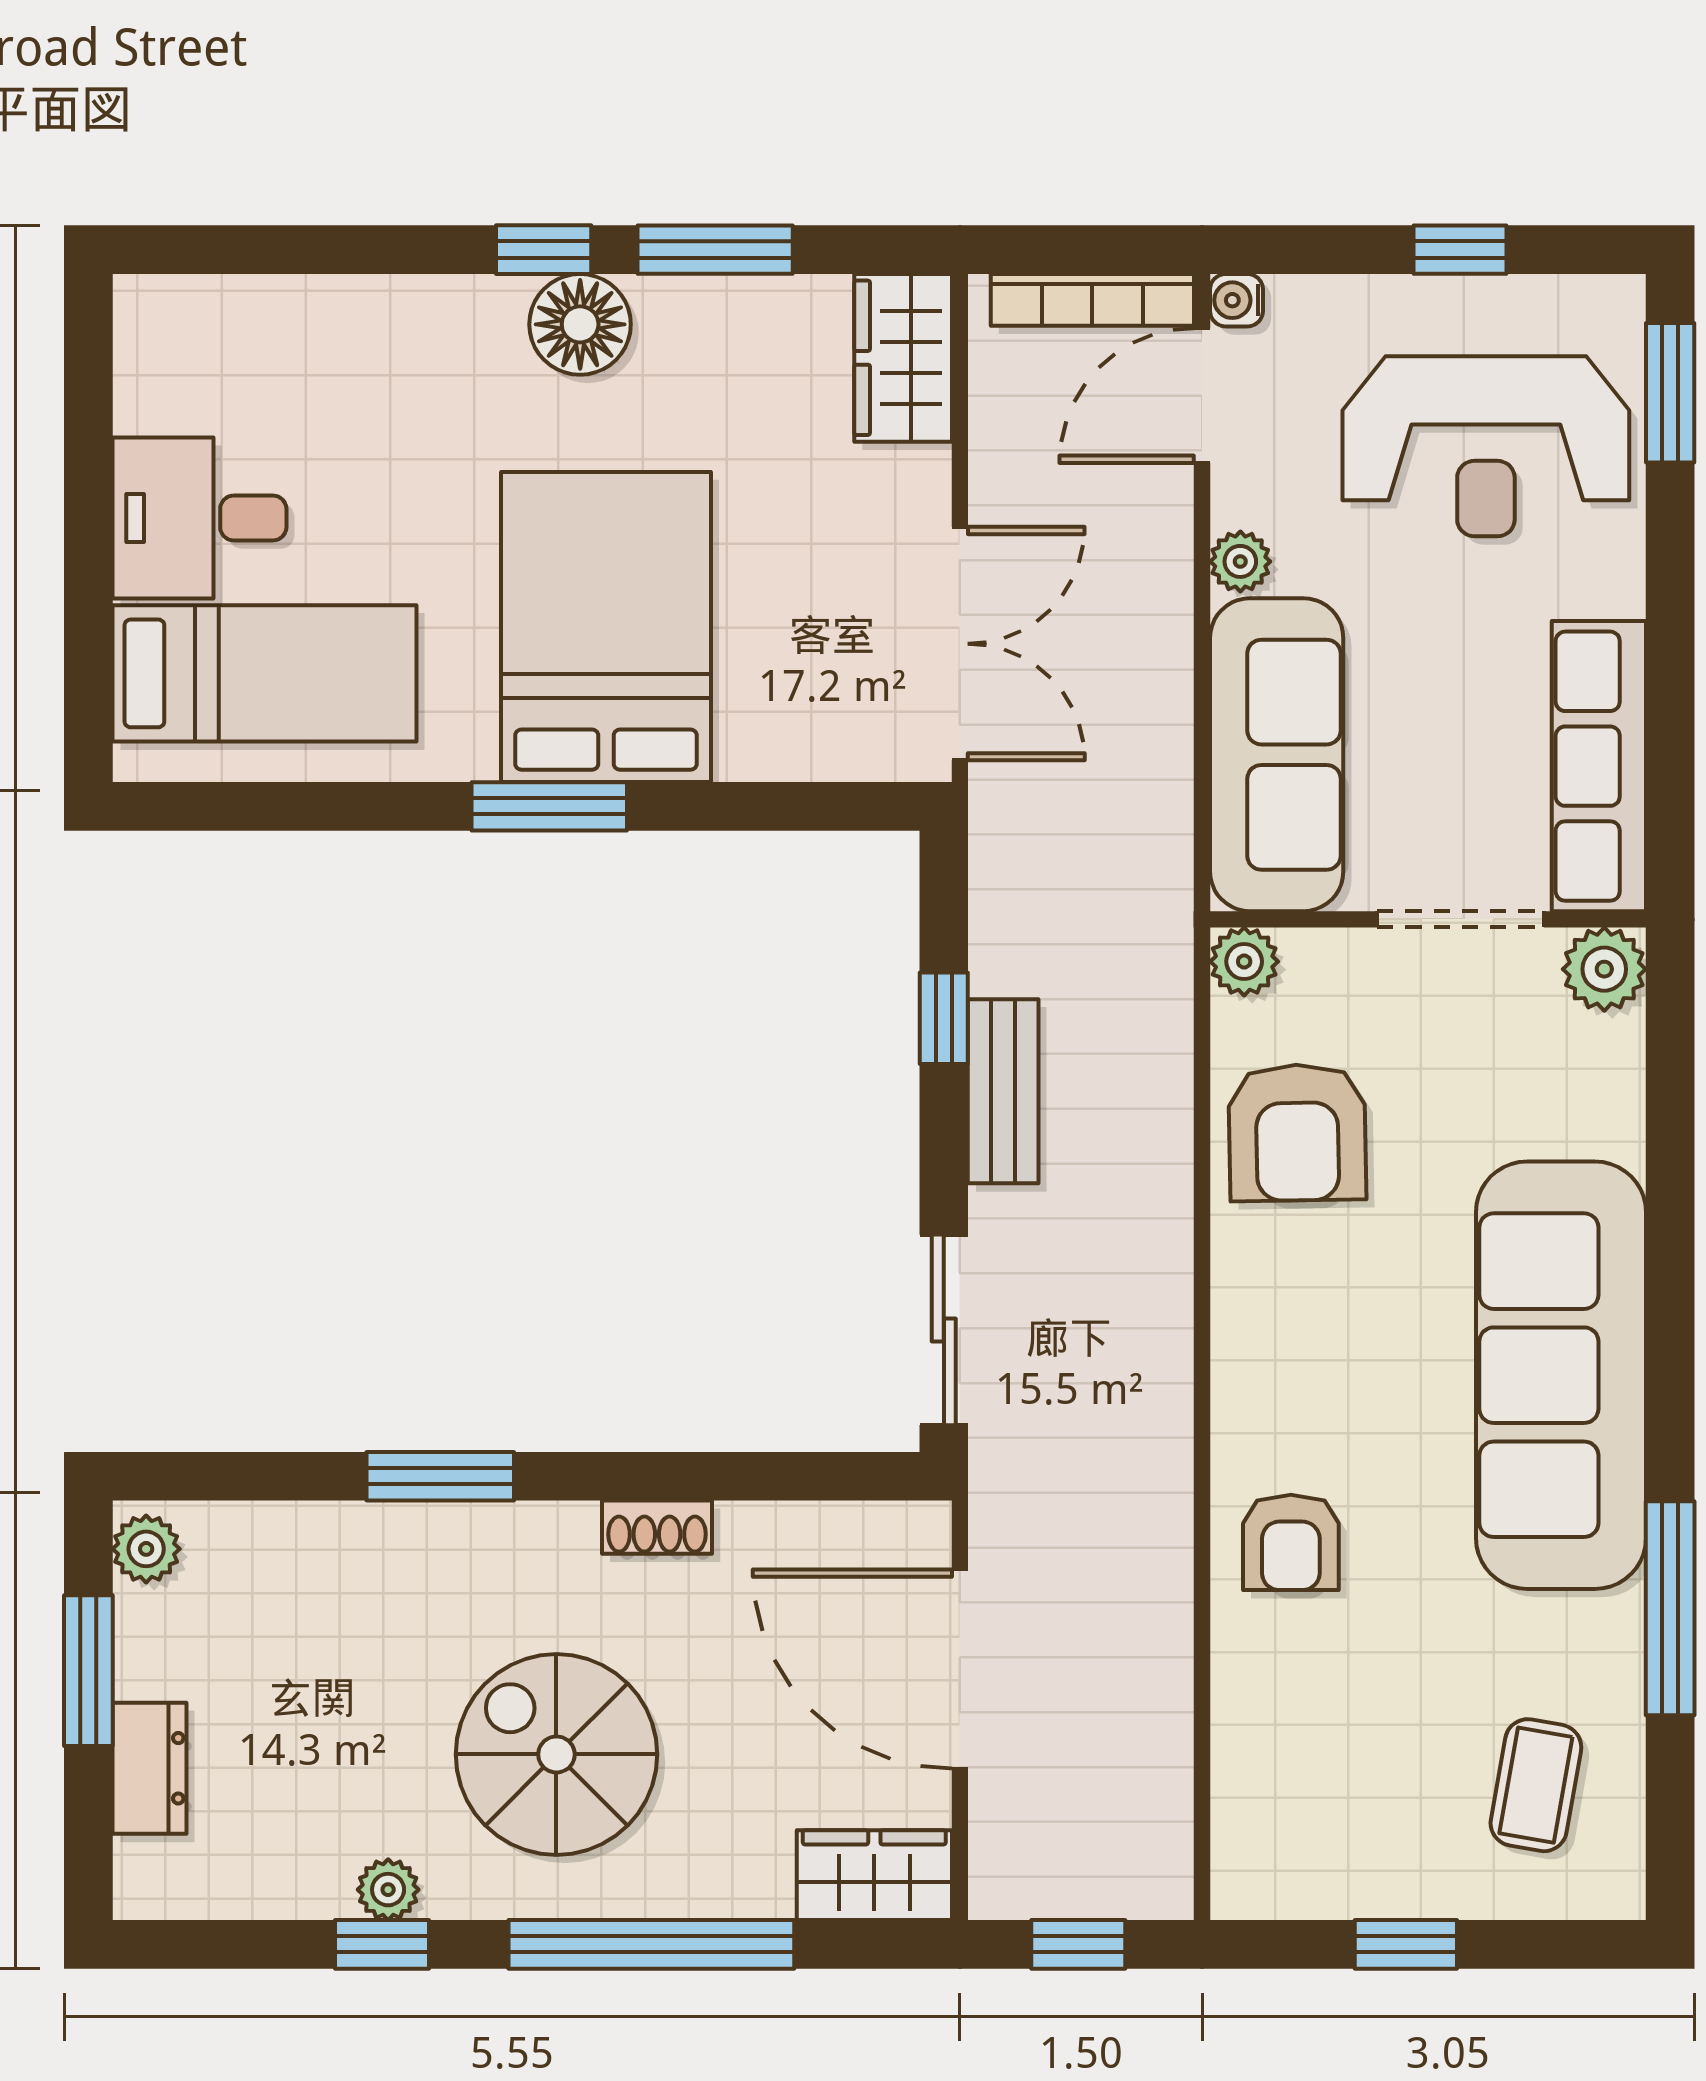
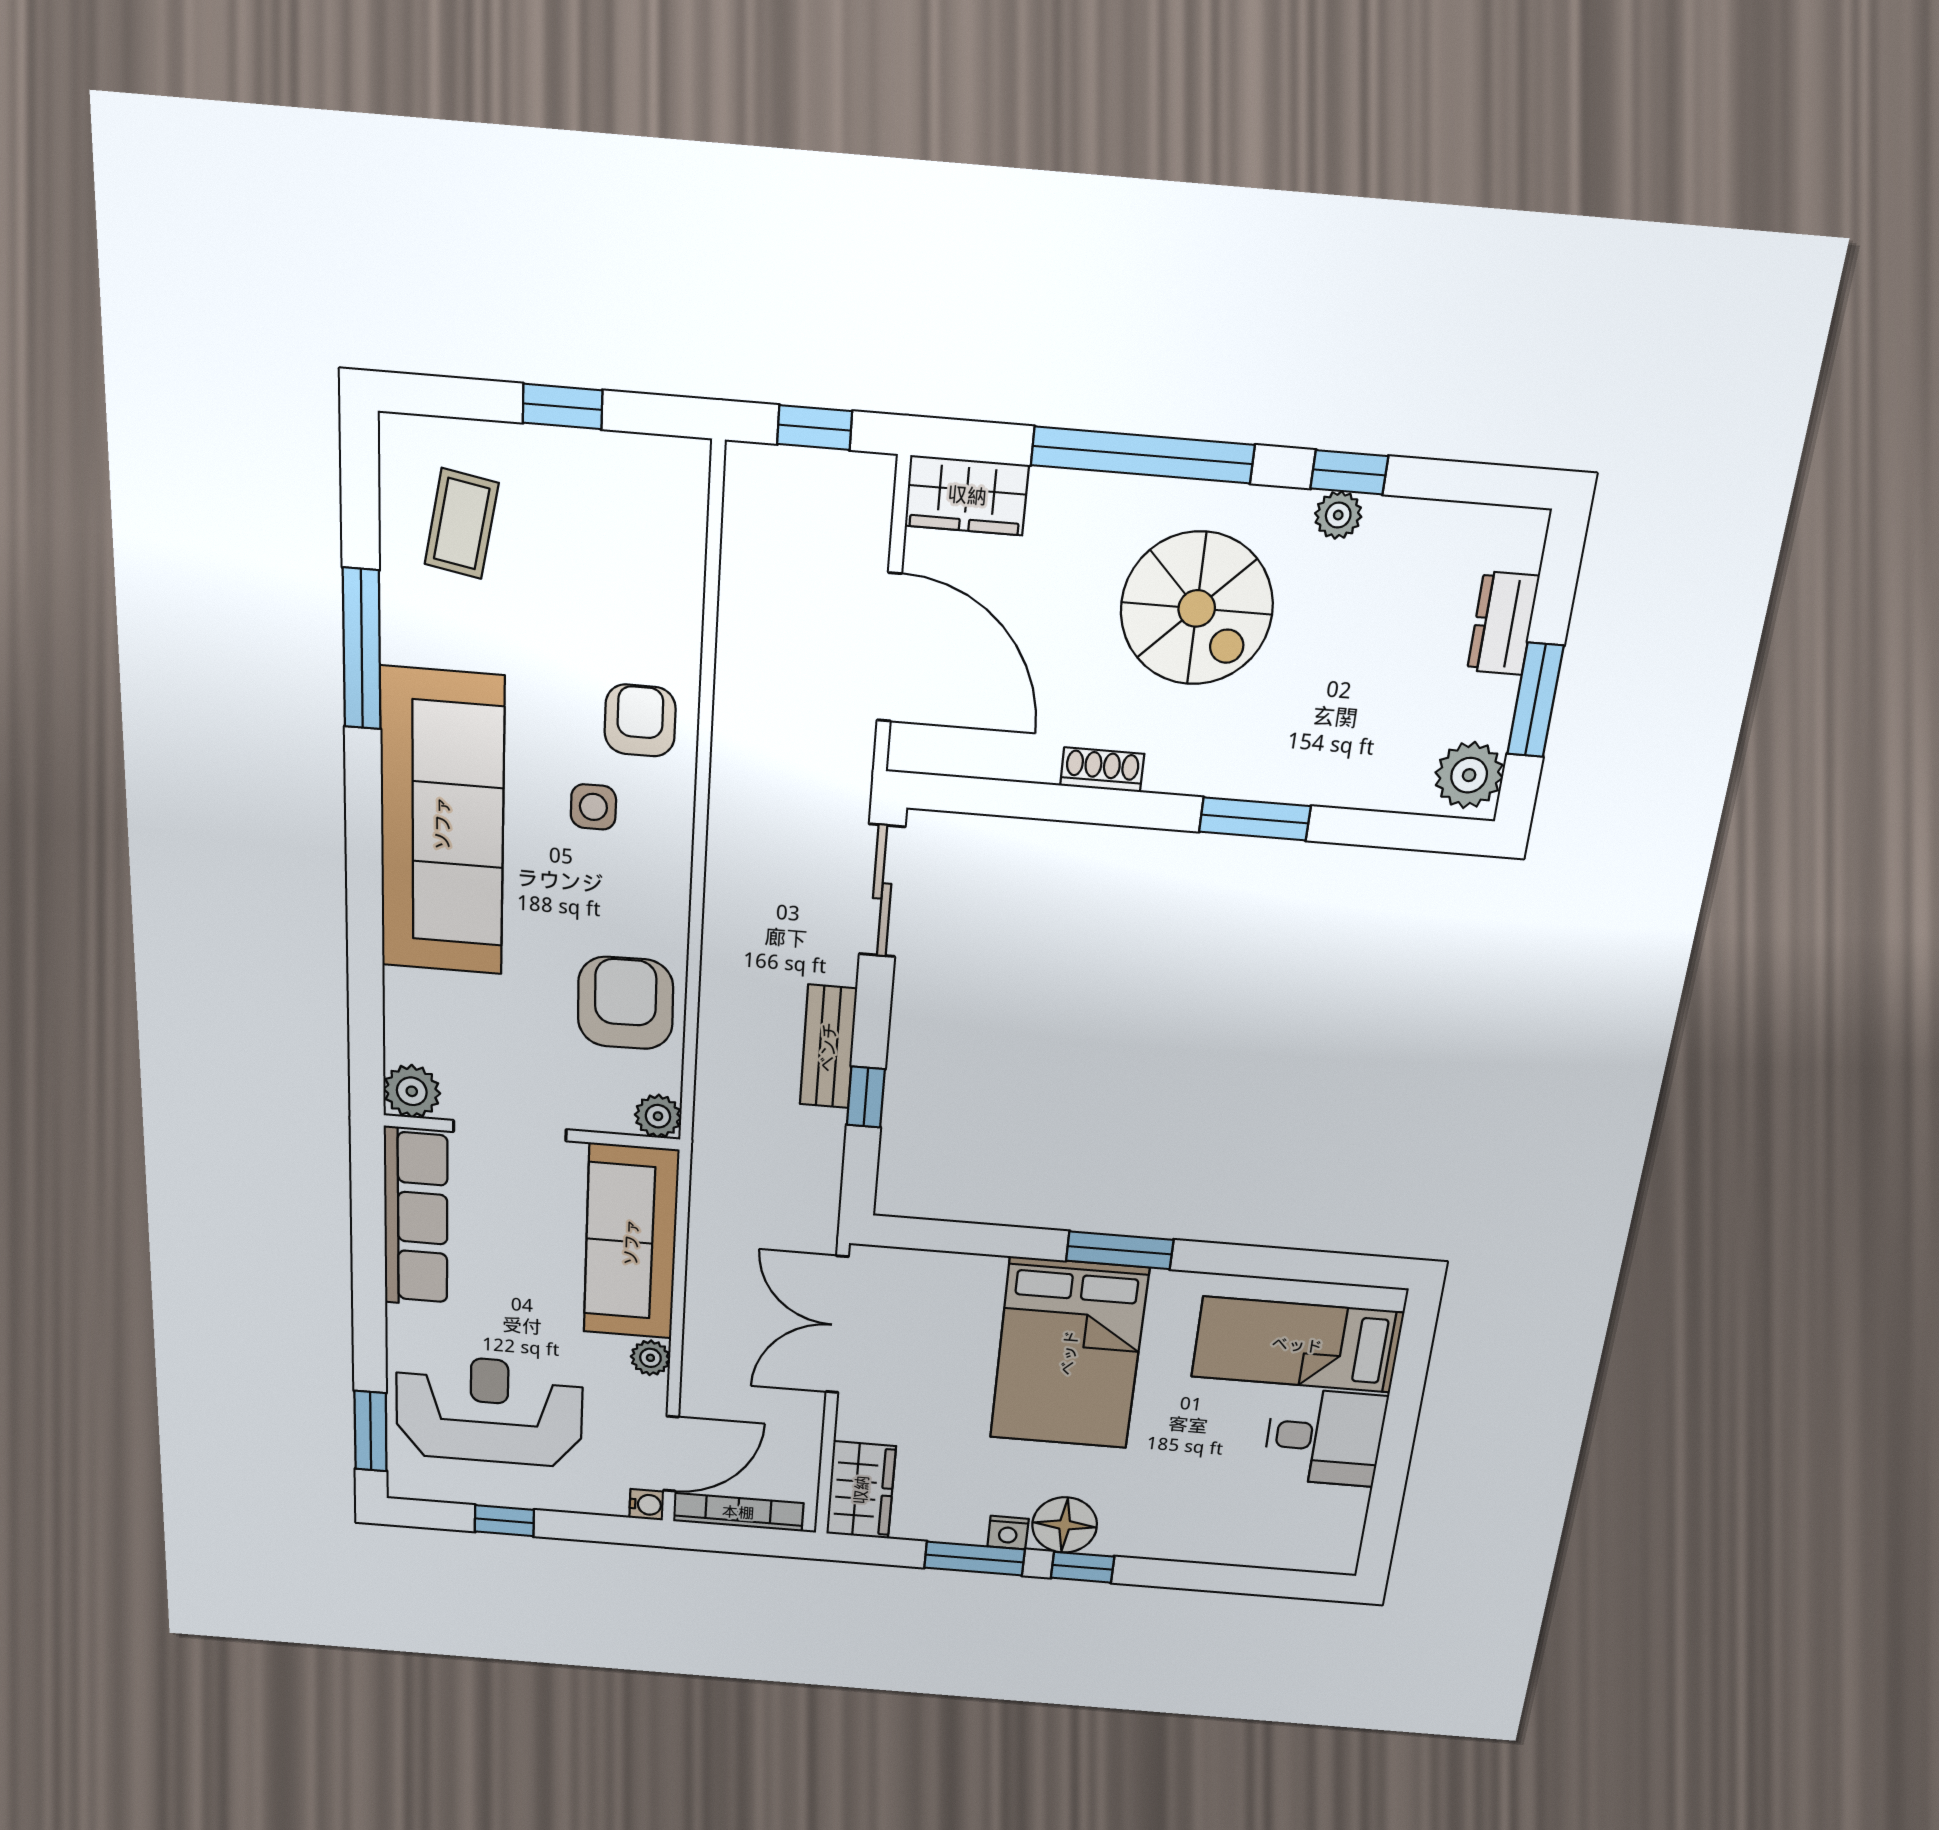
nightstand: (667, 302) -> (1008, 1533), added
side table: (1351, 1416) -> (593, 807), added
plant: (146, 1549) -> (1469, 775), width x1.38, depth x1.38

